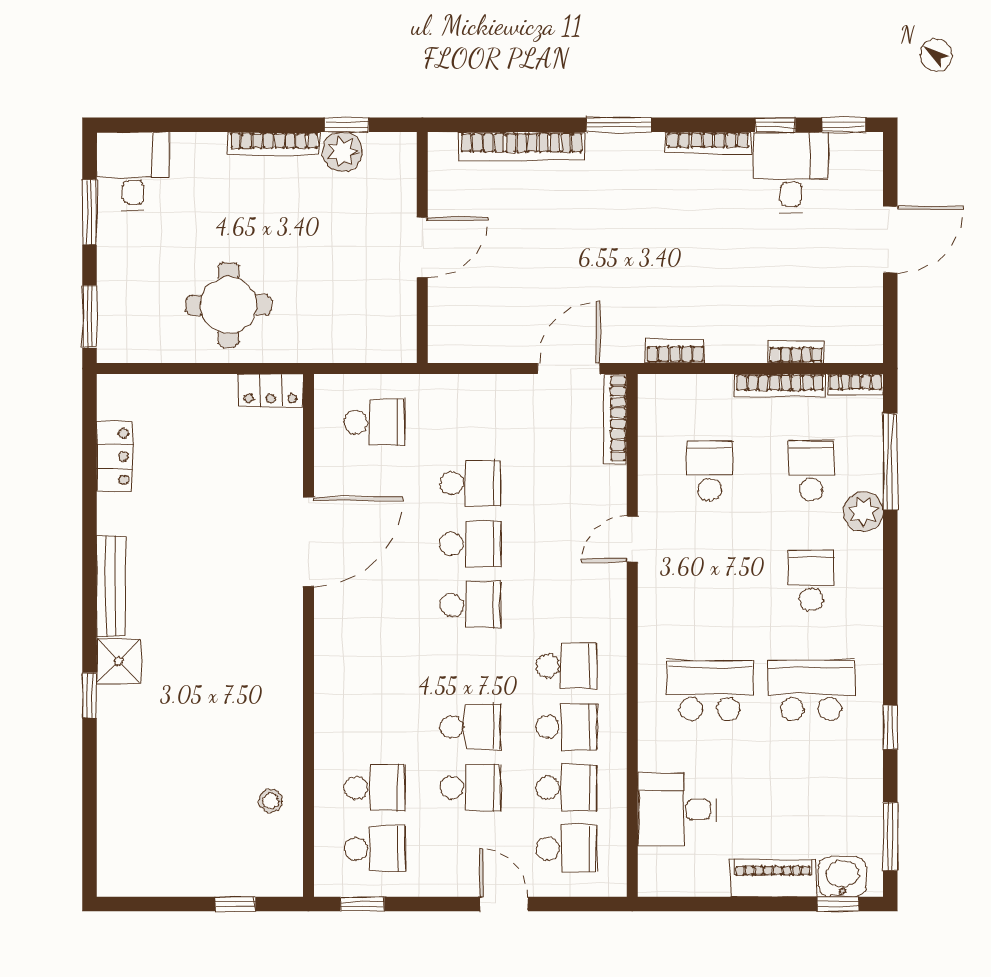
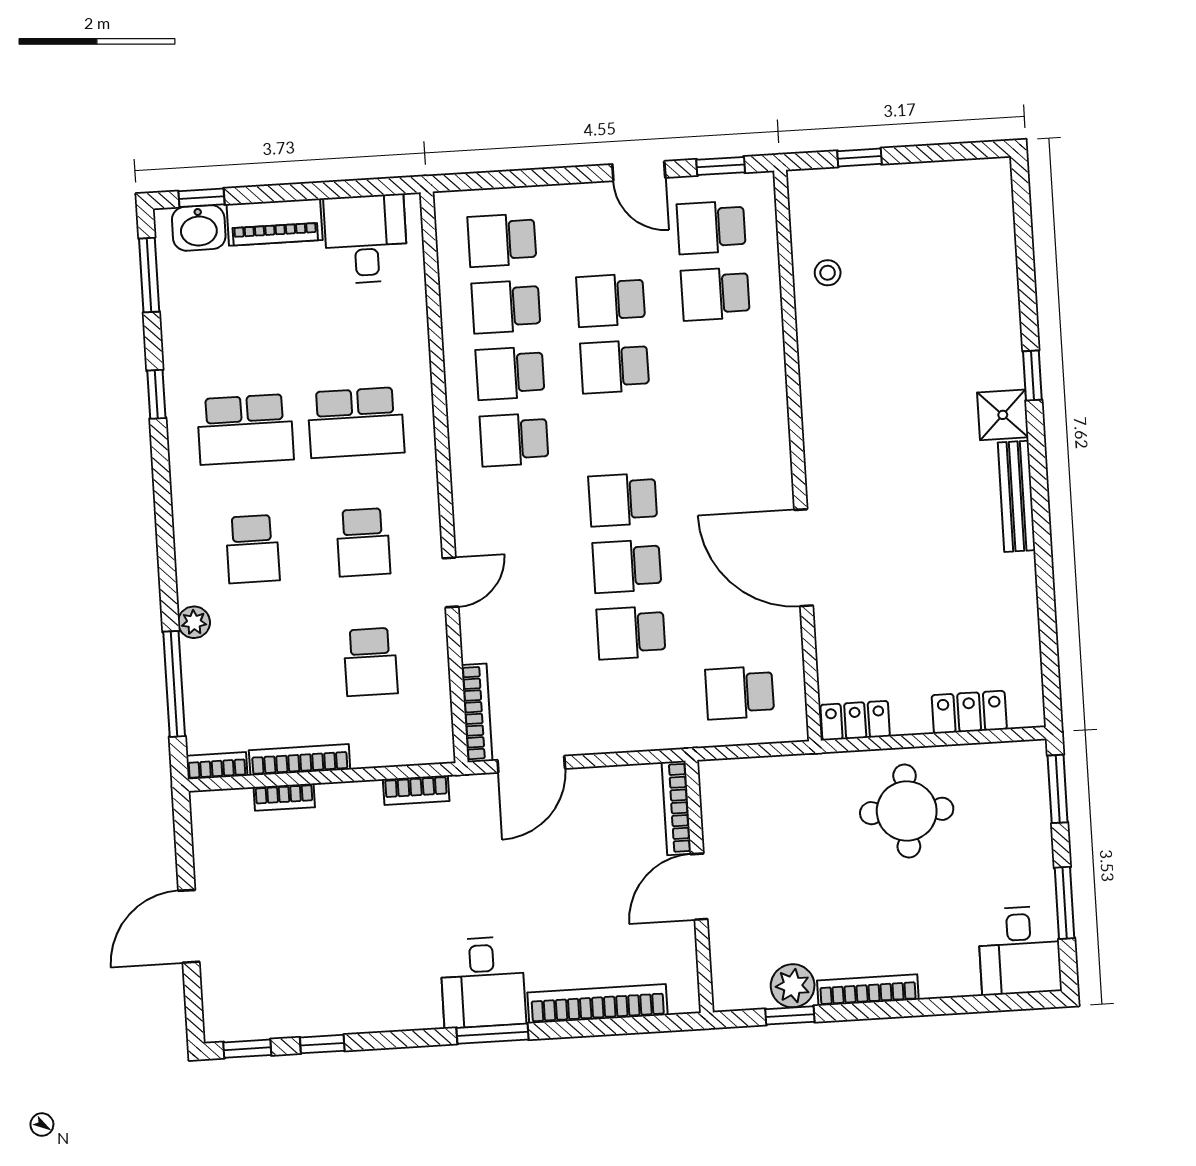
bookcase: (708, 143) -> (676, 808), moved, turned -90
desk: (791, 172) -> (483, 982), moved
locker: (114, 456) -> (969, 712), moved, turned 90
school desk: (811, 471) -> (363, 542), moved
plant: (863, 512) -> (194, 622), width x0.73, depth x0.73
door: (308, 542) -> (804, 558), hinge flipped
desk: (677, 810) -> (366, 239), moved, turned -90
door: (504, 904) -> (639, 171), moved

